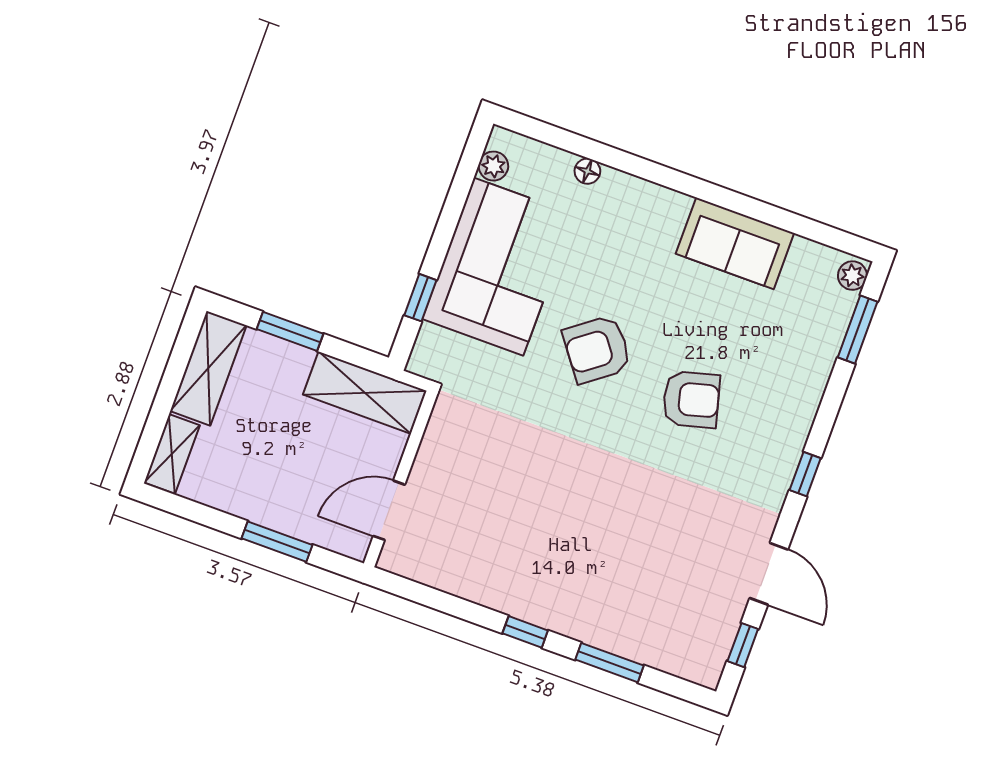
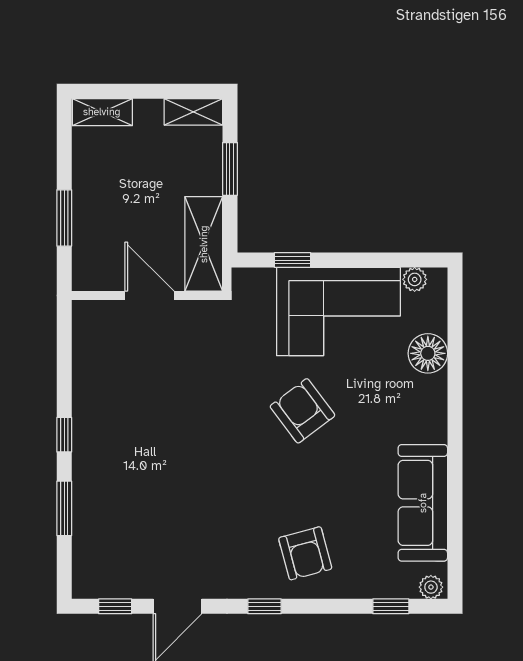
floor lamp: (587, 171) -> (428, 353), width x1.89, depth x1.89
sofa: (735, 243) -> (423, 503), width x1.36
window: (858, 330) -> (391, 606), width x0.67
shelving: (208, 368) -> (193, 112), width x0.67, depth x0.75
armchair: (691, 399) -> (305, 553), moved
door: (389, 510) -> (149, 296), moved

